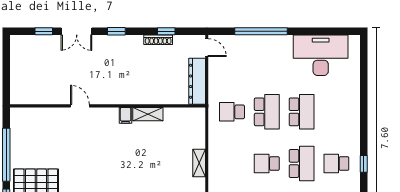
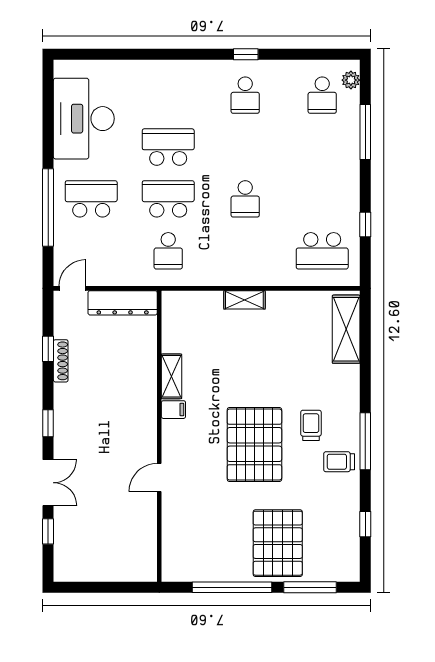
school desk: (302, 163) -> (91, 199), moved
pallet: (102, 170) -> (254, 445), added

